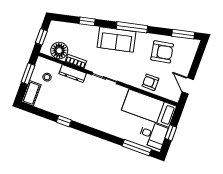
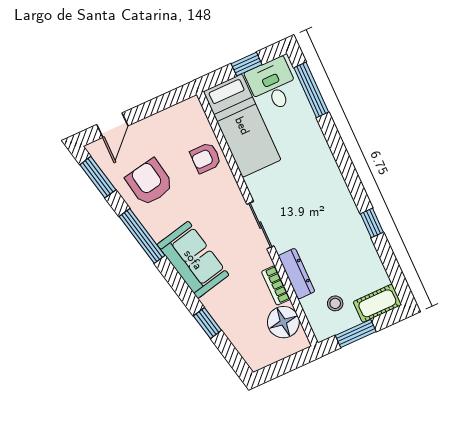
window: (132, 27) -> (142, 236), moved
window: (41, 37) -> (288, 364), removed
armchair: (150, 82) -> (206, 158), turned 90
door: (188, 86) -> (112, 125), moved

